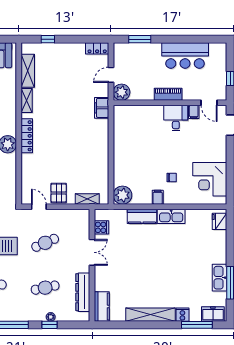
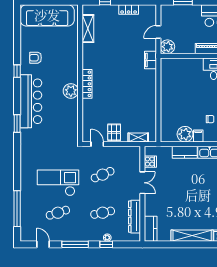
locker: (97, 48) -> (129, 10), moved
shelving: (27, 101) -> (87, 54), removed
plant: (122, 195) -> (185, 134), moved

